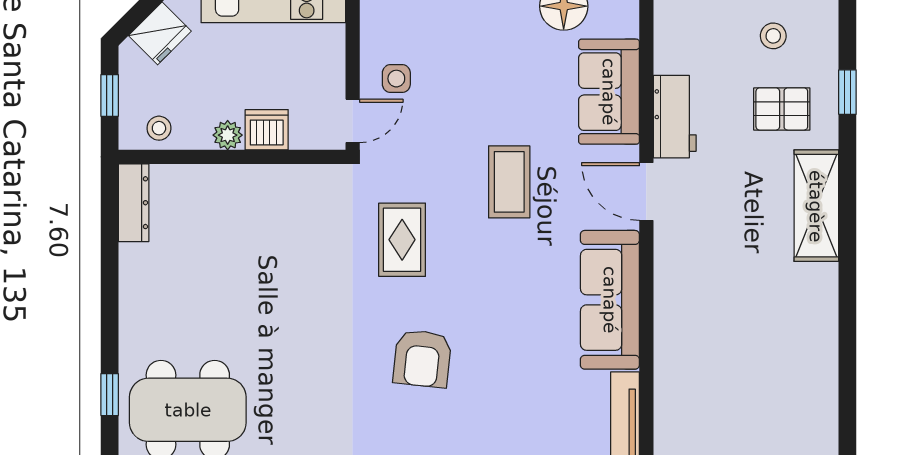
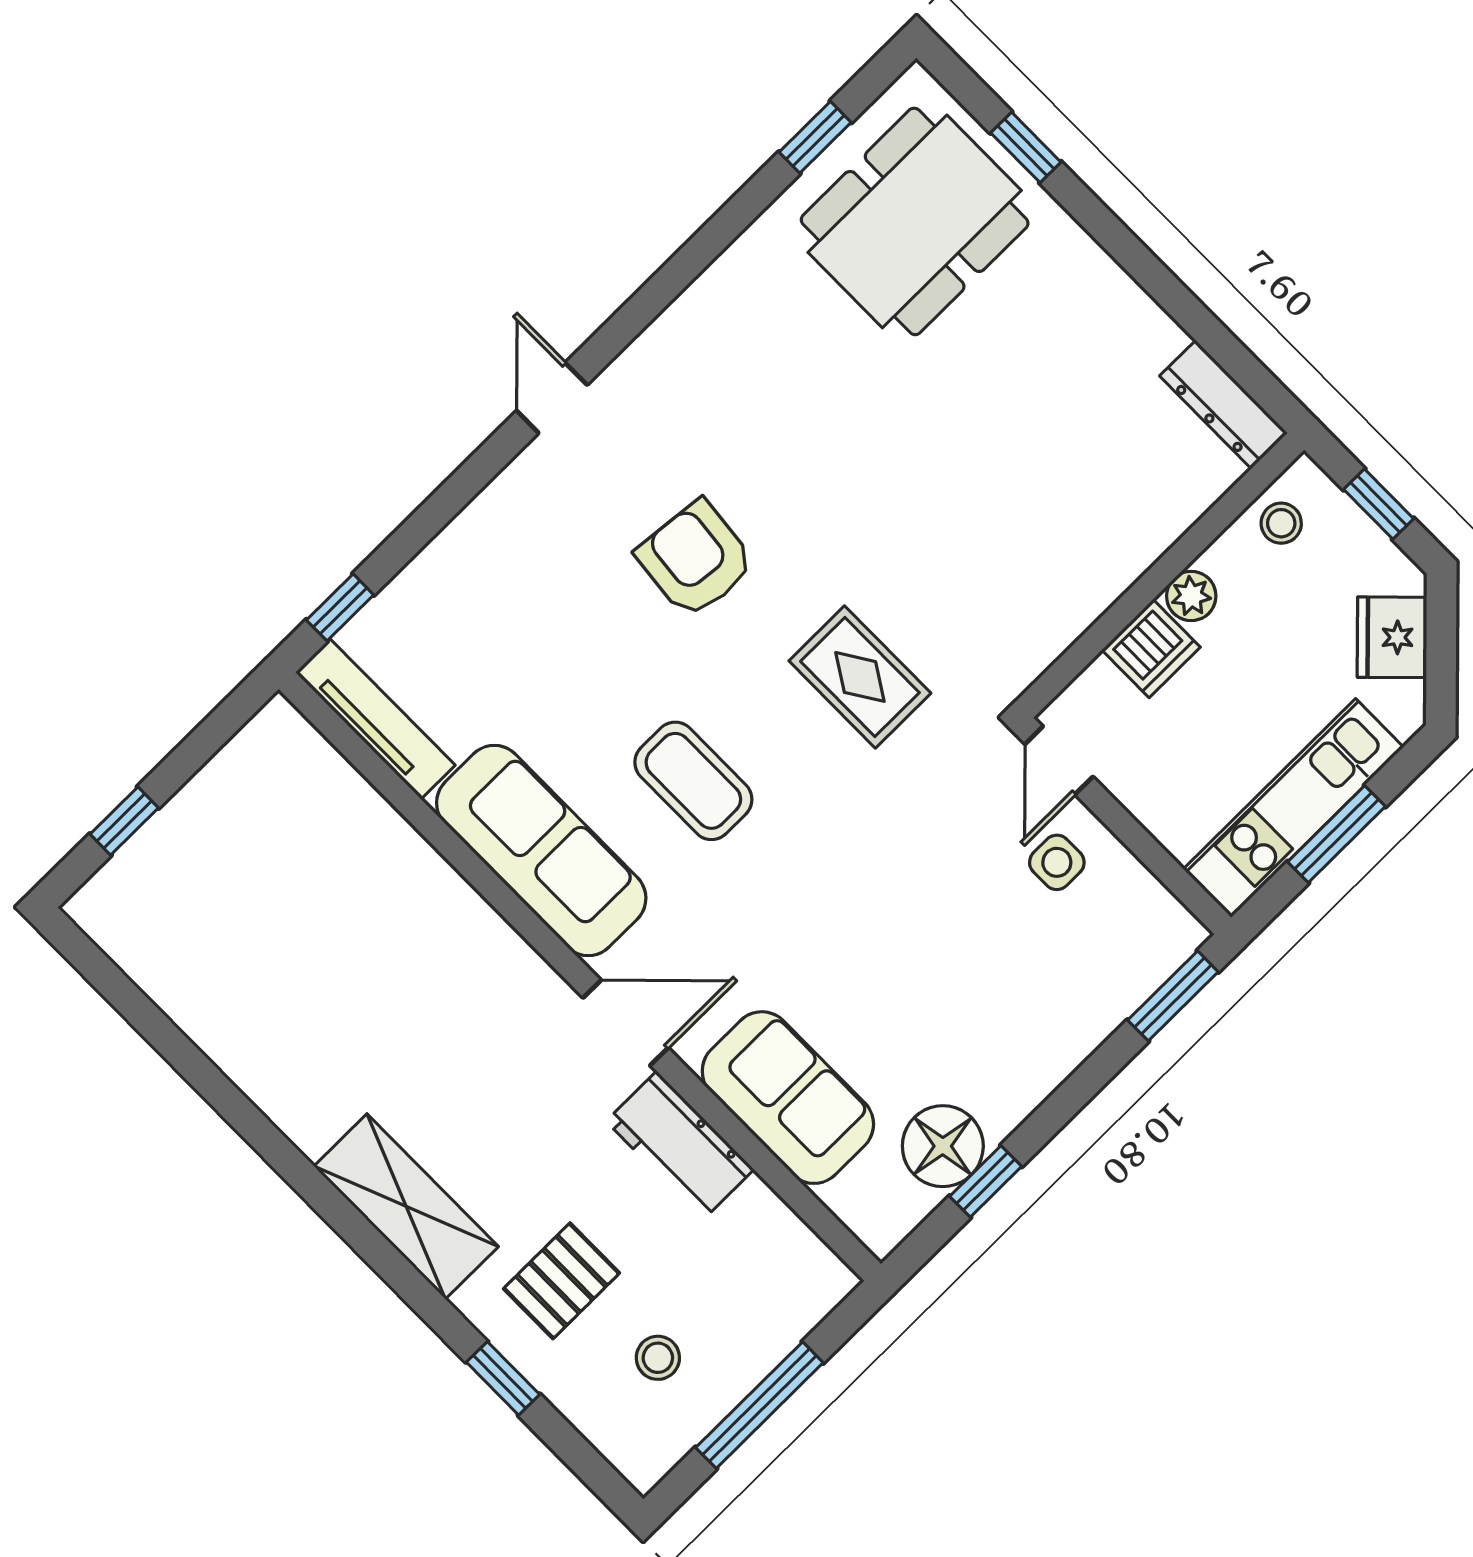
coffee table: (509, 182) -> (693, 781), moved

